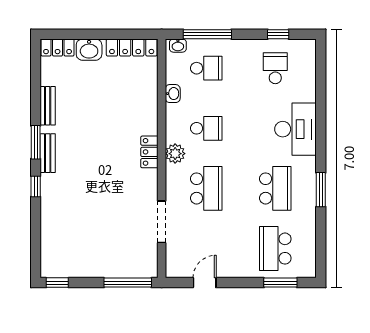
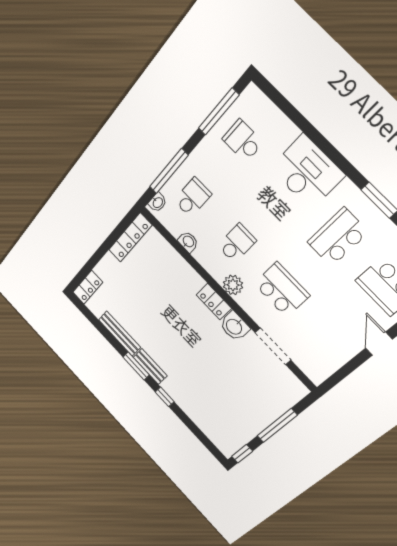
window: (278, 34) -> (219, 112), width x2.17
washbasin: (89, 50) -> (234, 326), moved, turned 90
bench: (48, 106) -> (119, 334), width x1.36
school desk: (275, 188) -> (338, 237), turned -90
window: (128, 283) -> (277, 426), moved
door: (205, 283) -> (379, 344), moved

